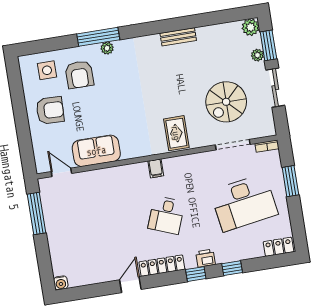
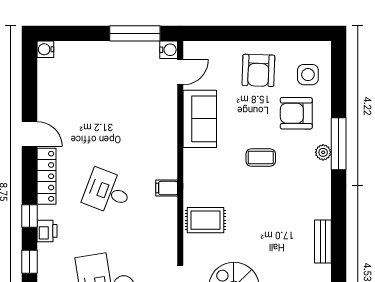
coffee table: (119, 97) -> (261, 158), added
water cooler: (45, 185) -> (169, 50), added

